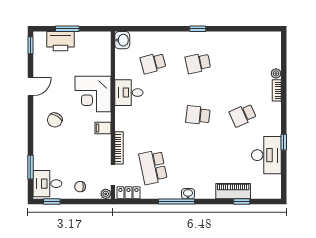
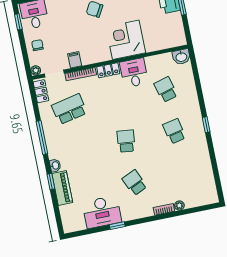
locker: (121, 119) -> (108, 70), added
filing cabinet: (103, 128) -> (75, 60), moved
washbasin: (188, 194) -> (55, 165), moved
window: (242, 202) -> (51, 181), moved

